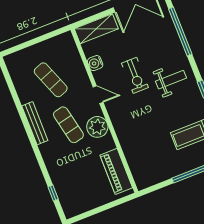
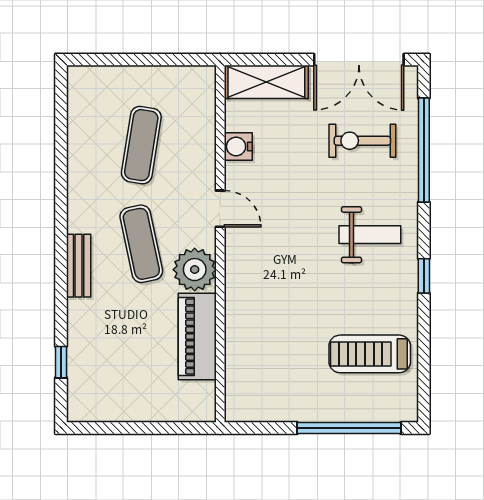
exercise bike: (135, 75) -> (362, 141), moved, turned 90
exercise mat: (51, 80) -> (141, 145), turned 30
bench: (35, 123) -> (79, 266), moved, width x0.73
piano: (116, 171) -> (197, 337), moved

